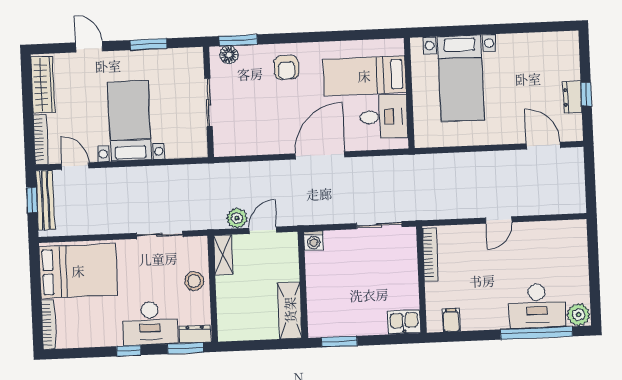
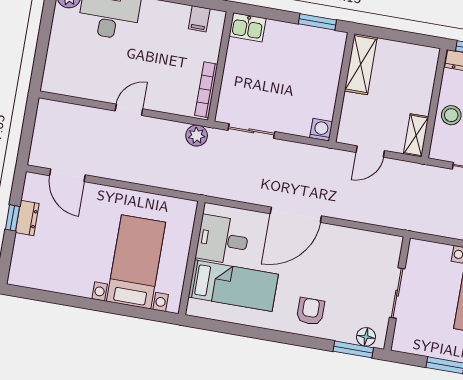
plant: (237, 218) -> (197, 136), moved

